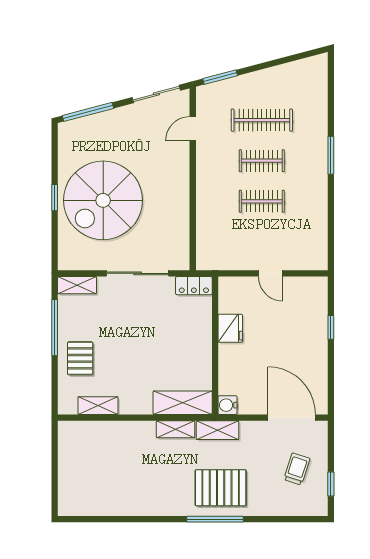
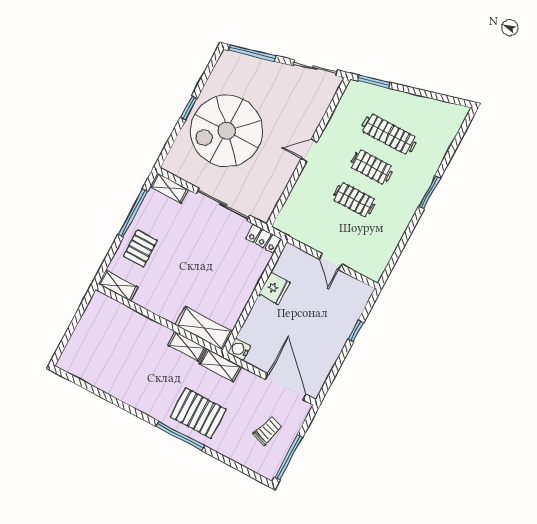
door: (193, 129) -> (309, 150), moved
shelving: (98, 406) -> (118, 285), moved
window: (331, 484) -> (289, 457), width x2.17

